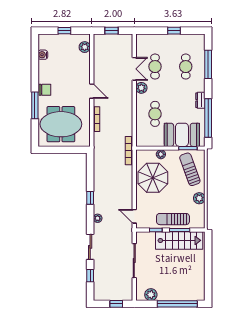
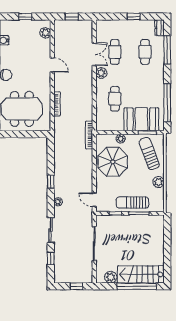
door: (92, 91) -> (52, 65), moved
dresser: (200, 100) -> (160, 28), moved
stairs: (179, 240) -> (141, 274), moved, turned 180

